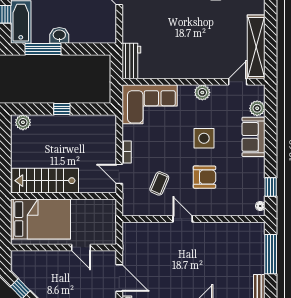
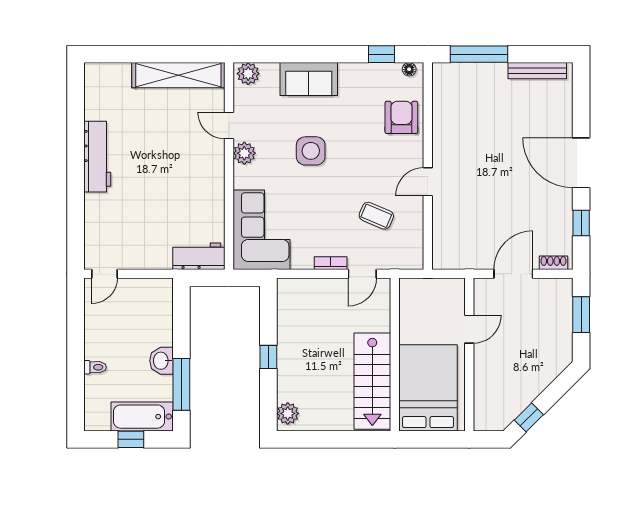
door: (238, 82) -> (229, 126), moved
plant: (257, 108) -> (248, 74), moved
armchair: (204, 177) -> (401, 117), moved

